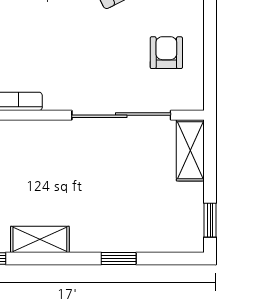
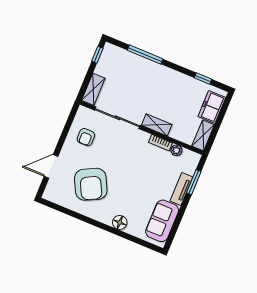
shelving: (40, 239) -> (157, 125), moved
window: (119, 258) -> (145, 55), width x2.17

